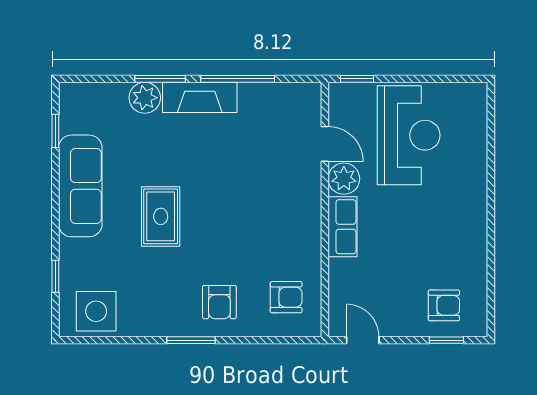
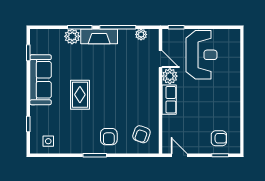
plant: (285, 94) -> (141, 34), added
armchair: (286, 297) -> (141, 134), turned 109
side table: (96, 311) -> (48, 141), width x0.54, depth x0.54

